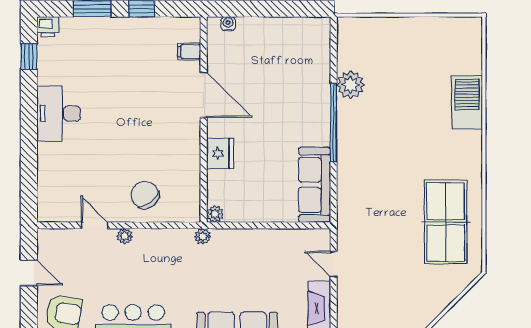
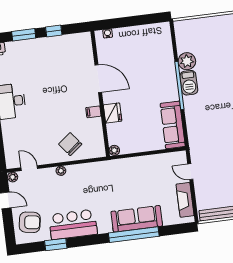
filing cabinet: (189, 52) -> (93, 112), moved
barbecue: (349, 120) -> (189, 83), added
door: (94, 225) -> (29, 168), moved
plant: (203, 237) -> (13, 177), moved

